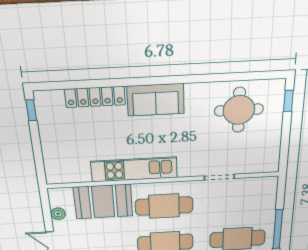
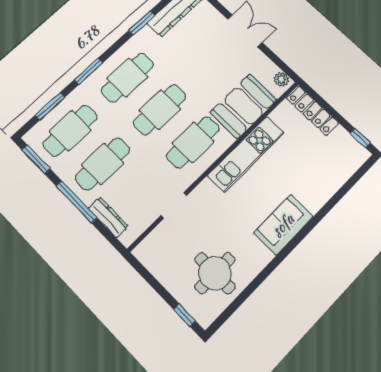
locker: (95, 97) -> (312, 111), moved, turned -90
dresser: (269, 205) -> (108, 217), added
plant: (58, 214) -> (281, 79), moved

